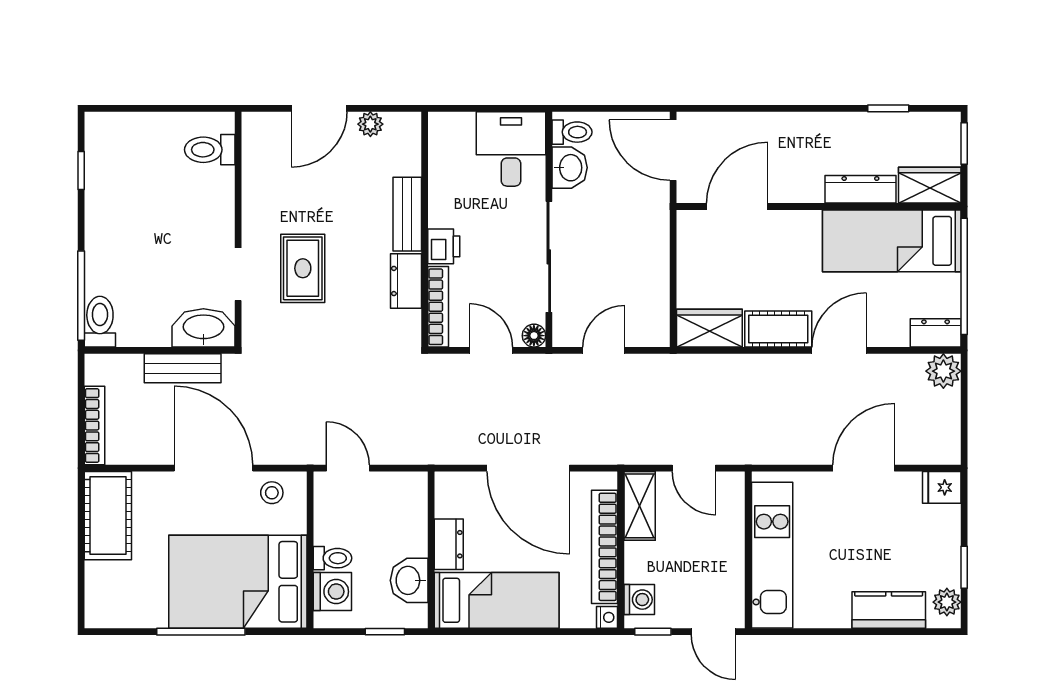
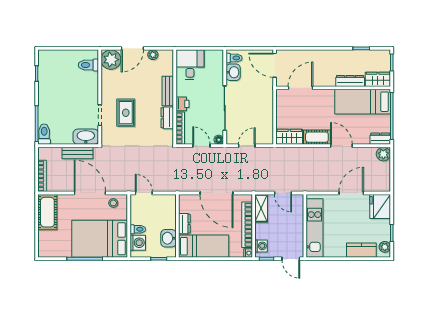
plant: (266, 136) -> (111, 60), added
desk: (511, 149) -> (190, 65), moved
door: (839, 350) -> (341, 146), hinge flipped
fridge: (942, 487) -> (380, 207), width x1.88, depth x1.34

